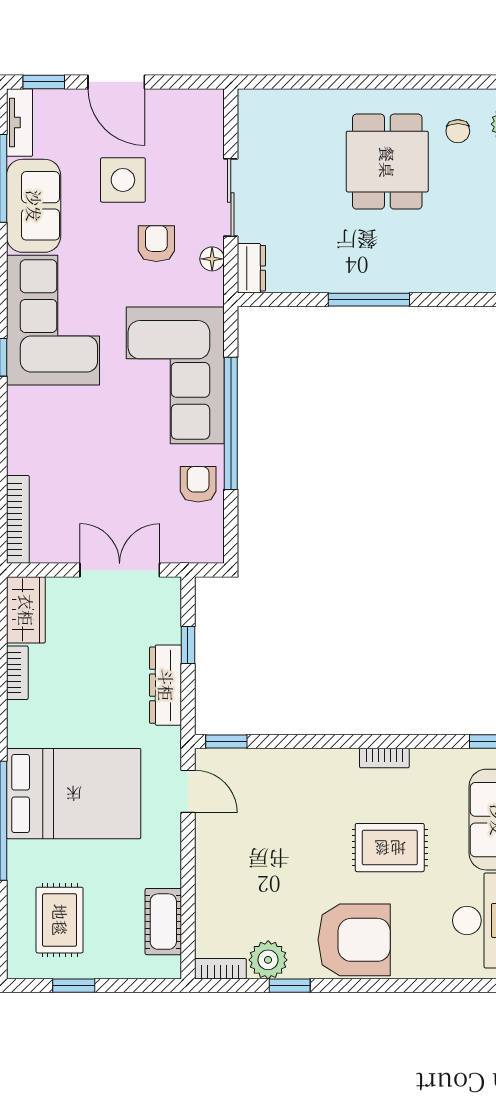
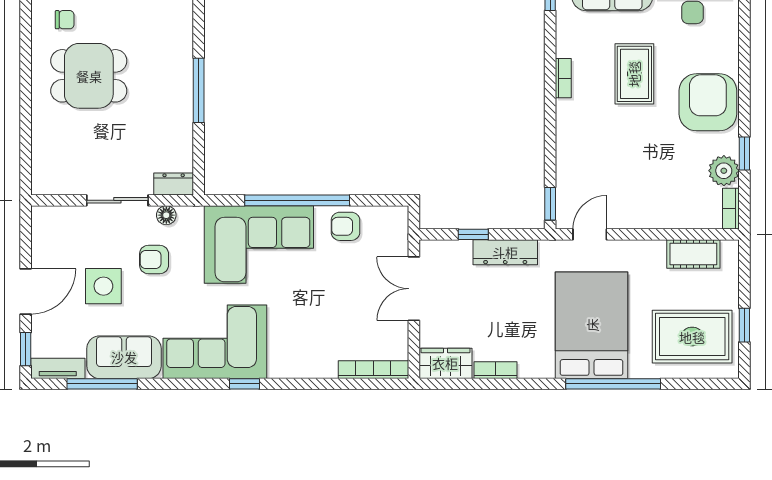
rug: (60, 920) -> (692, 337), width x1.36, depth x1.43

